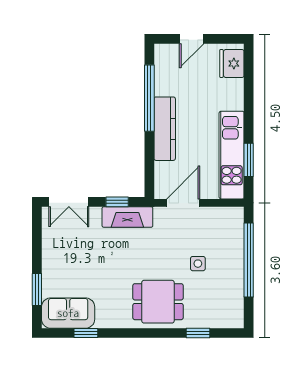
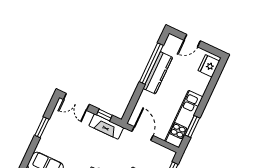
kitchen counter: (165, 129) -> (158, 73), moved
door: (183, 203) -> (143, 134), hinge flipped
window: (37, 289) -> (42, 127), moved

